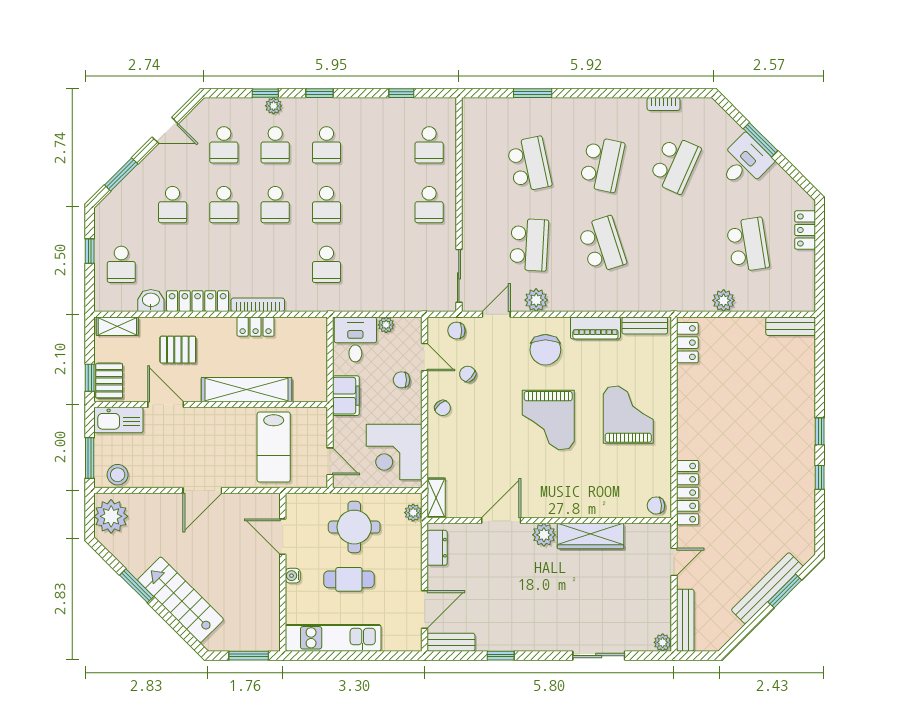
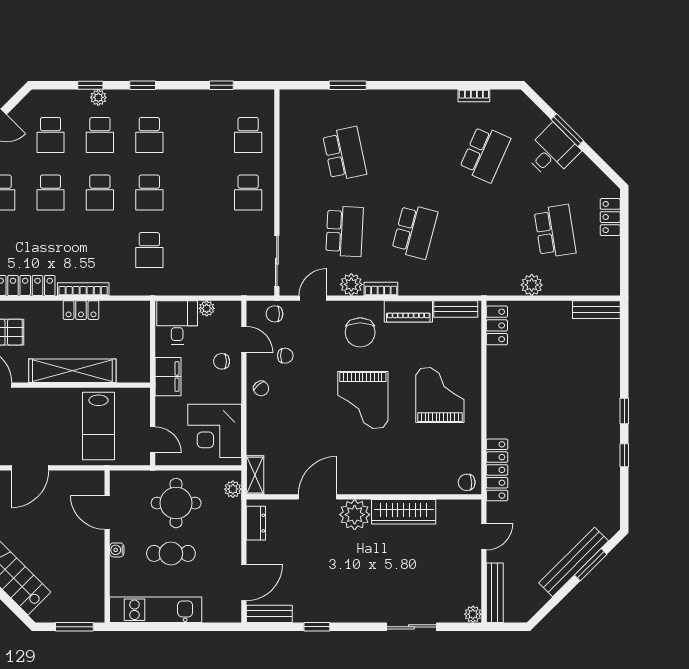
school desk: (602, 164) -> (415, 154), removed
school desk: (602, 245) -> (415, 231), turned 33
bookcase: (567, 305) -> (381, 289), added
chair: (468, 374) -> (285, 356), turned 140
plant: (544, 535) -> (355, 515), width x1.36, depth x1.36

